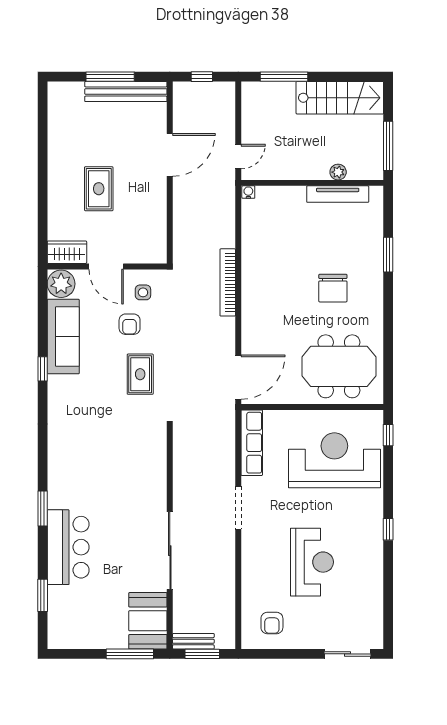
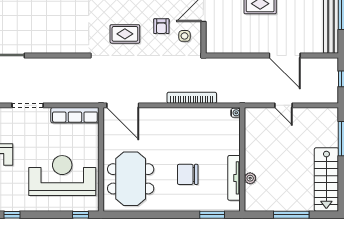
plant: (338, 172) -> (250, 178), moved
wall: (312, 183) -> (242, 159), moved
water cooler: (248, 192) -> (236, 113), moved
tv unit: (338, 194) -> (234, 178), moved
armchair: (130, 324) -> (161, 26), turned -90
reception desk: (334, 460) -> (62, 175), turned -90

